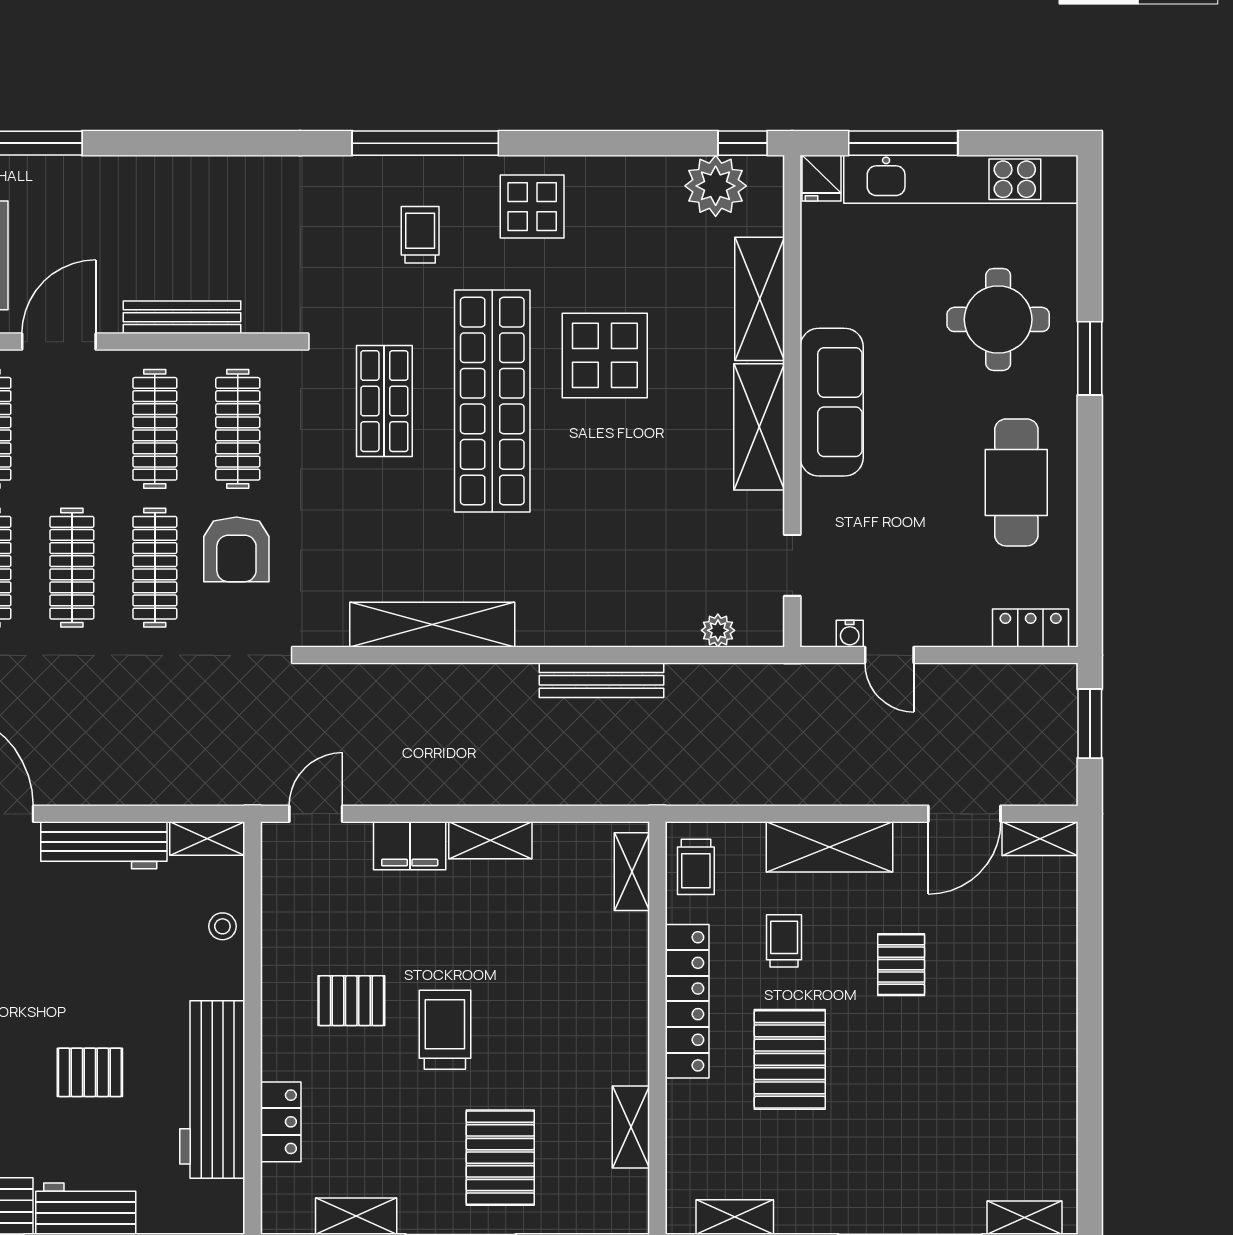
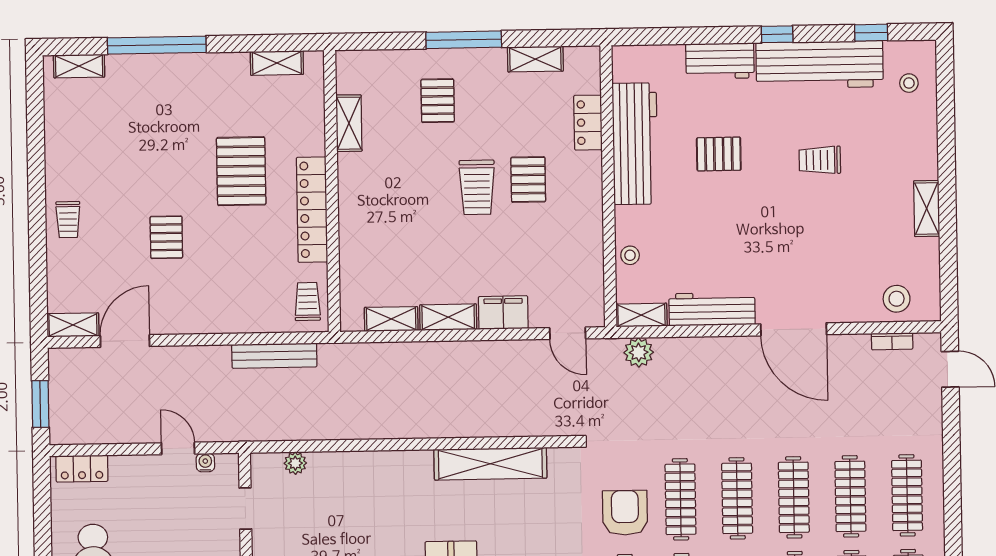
bench: (602, 680) -> (274, 356), moved
plant: (212, 784) -> (639, 352), added
door: (316, 814) -> (568, 333), hinge flipped
shelving: (829, 847) -> (217, 317), removed
shelving: (632, 872) -> (391, 319), moved, turned 90
trolley: (784, 941) -> (68, 220), moved
pallet: (351, 1001) -> (528, 180), moved, turned 90
pallet: (500, 1158) -> (438, 101), width x0.67, depth x0.71

